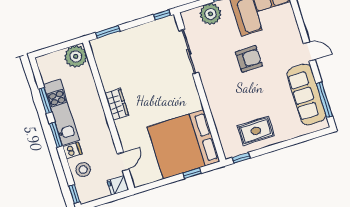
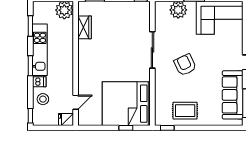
sliding door: (189, 52) -> (152, 50), moved
armchair: (249, 59) -> (185, 65), moved, turned -114
window: (45, 101) -> (30, 26), moved
wardrobe: (117, 104) -> (84, 27), moved

